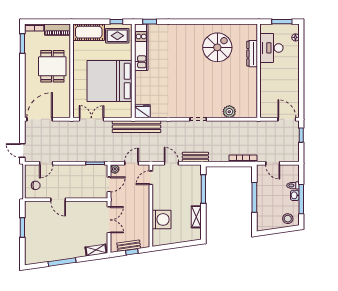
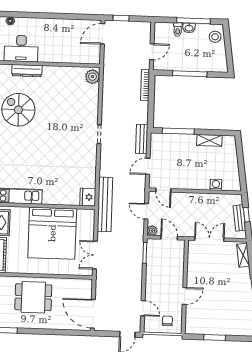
plant: (229, 112) -> (92, 77), moved
washing machine: (162, 219) -> (216, 185), width x0.53, depth x0.53

